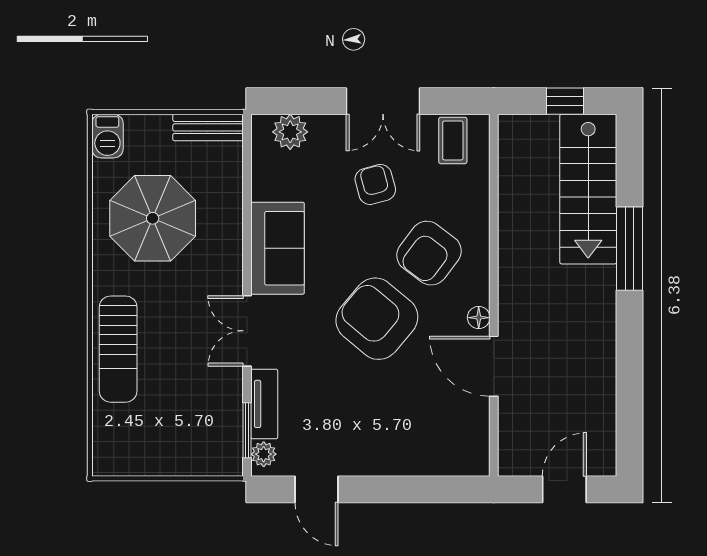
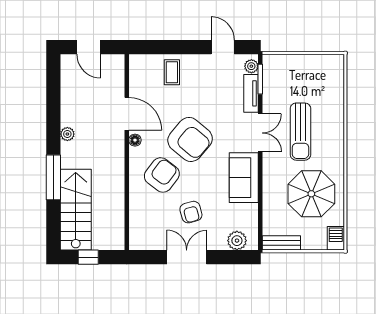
coffee table: (453, 140) -> (172, 72), moved
plant: (604, 329) -> (67, 134), added
sun lounger: (118, 349) -> (300, 132), moved, turned 180
door: (564, 489) -> (89, 47), hinge flipped

